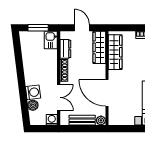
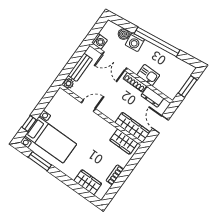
door: (82, 28) -> (160, 124), swing flipped
kitchen sink: (51, 40) -> (148, 75), moved
wardrobe: (115, 52) -> (124, 142), width x0.67
window: (21, 75) -> (157, 42), added
door: (107, 93) -> (88, 106), width x0.53

